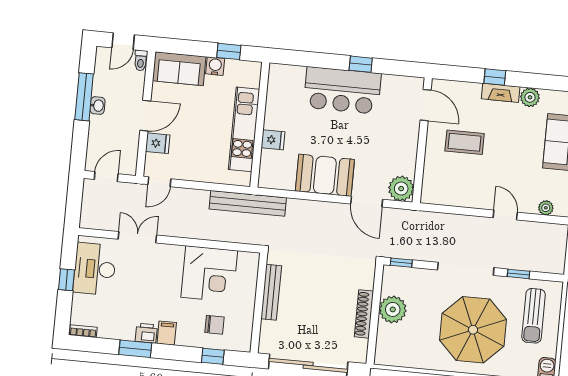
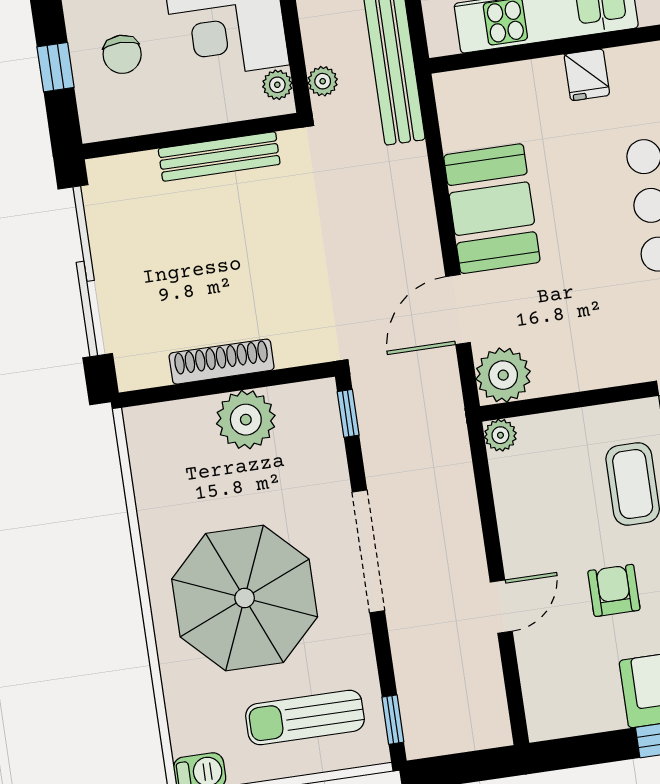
fridge: (273, 140) -> (587, 75), moved
armchair: (510, 162) -> (614, 590), added
plant: (546, 208) -> (500, 435), moved
plant: (249, 237) -> (323, 81), added
plant: (245, 258) -> (277, 85), added
window: (519, 274) -> (393, 720), moved

